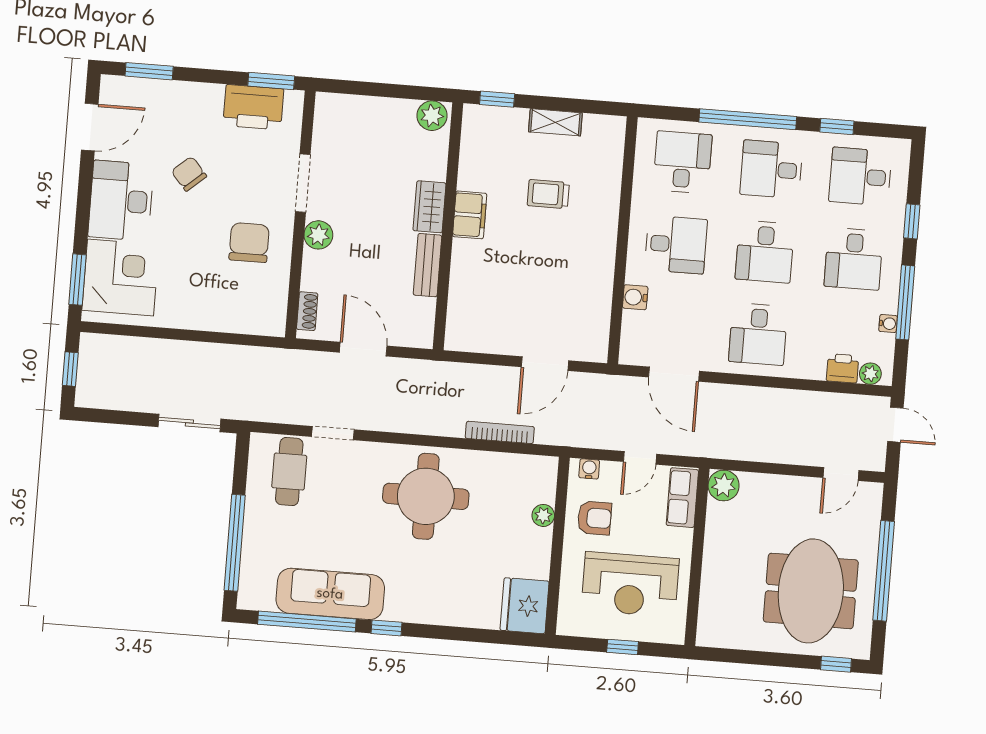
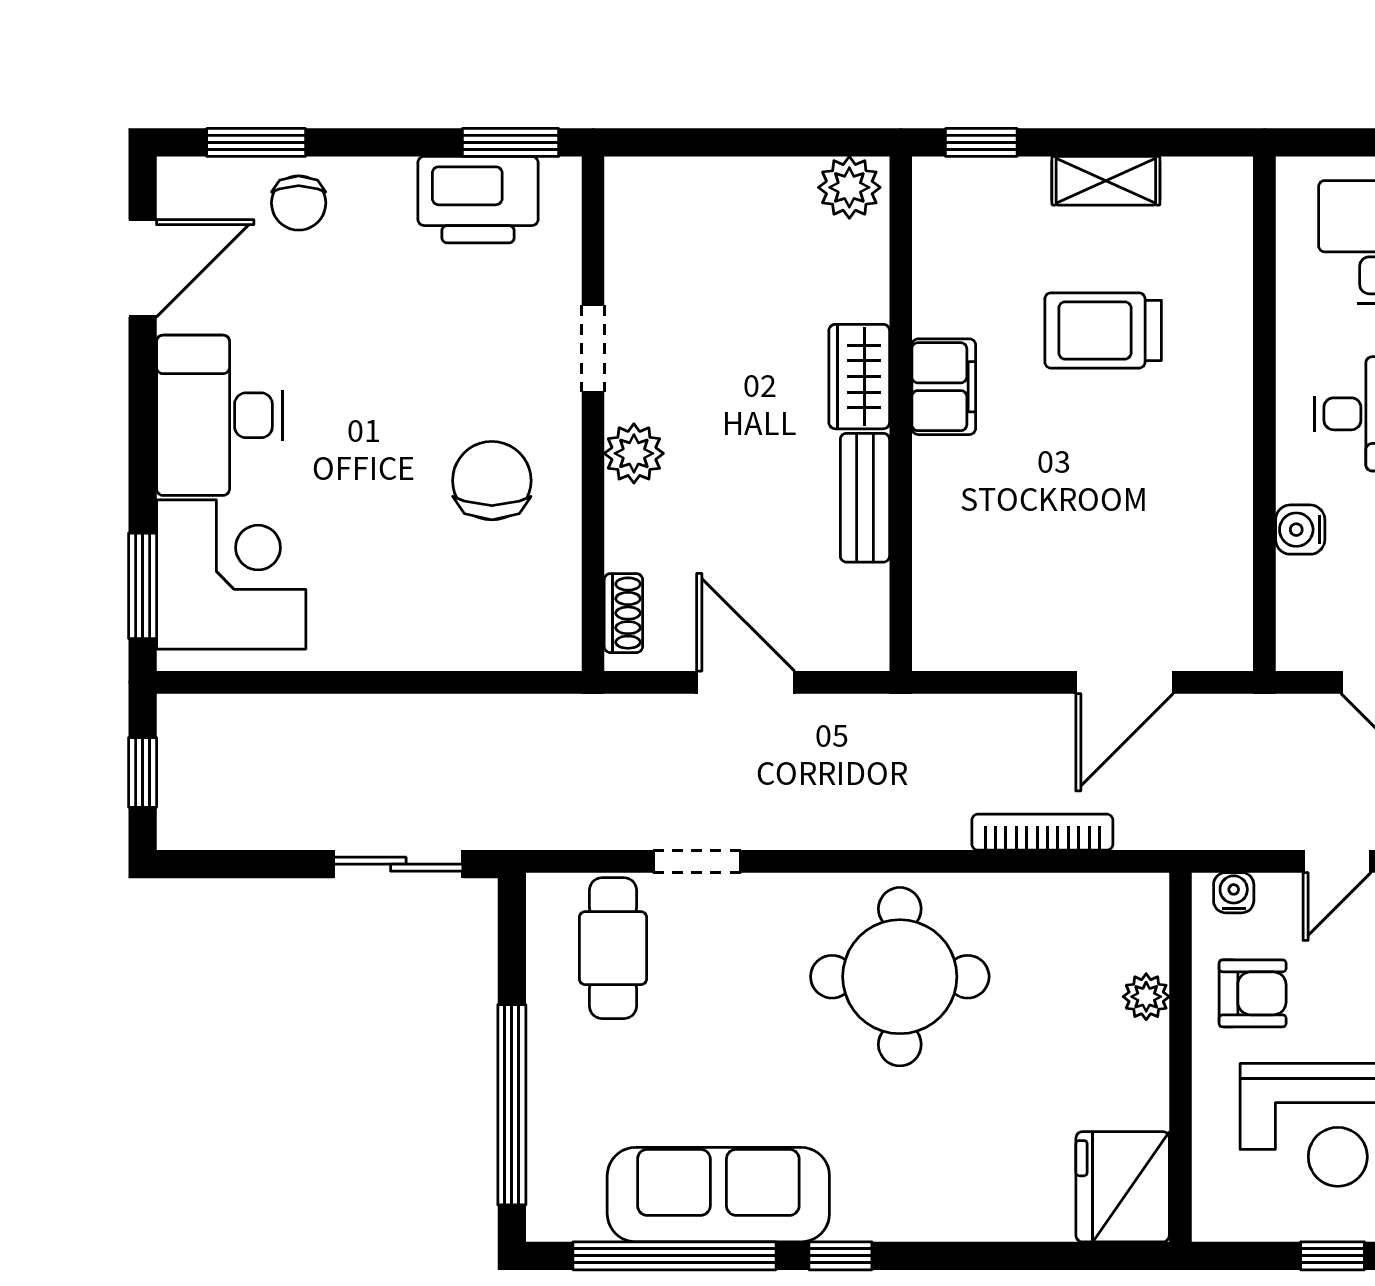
chair: (189, 174) -> (299, 203), moved, turned -139
doorway: (303, 183) -> (593, 349), width x0.73
trolley: (548, 194) -> (1103, 330), width x1.36, depth x1.39

